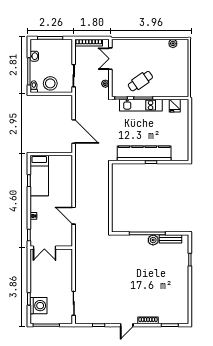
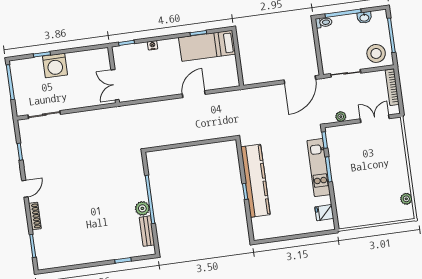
cafe table: (140, 81) -> (350, 163), removed
stool: (50, 83) -> (376, 53), moved
door: (74, 132) -> (300, 80), moved
door: (74, 216) -> (194, 94), moved
double door: (44, 248) -> (115, 85), moved
washing machine: (38, 306) -> (55, 66), moved
door: (127, 325) -> (25, 189), swing flipped

